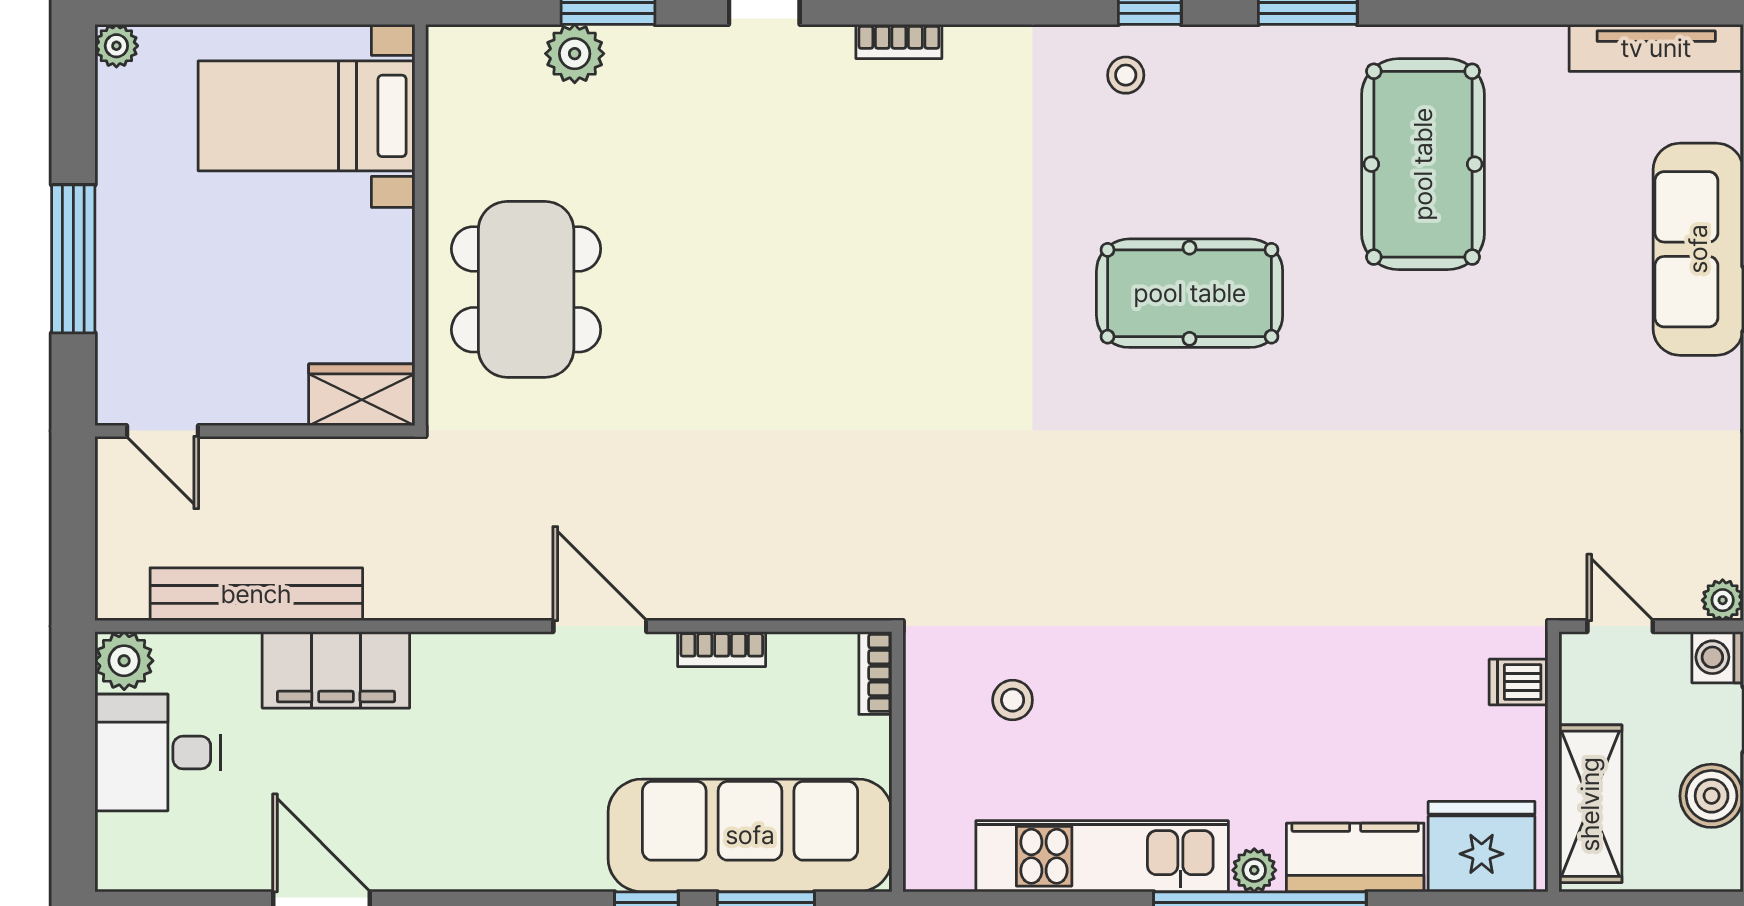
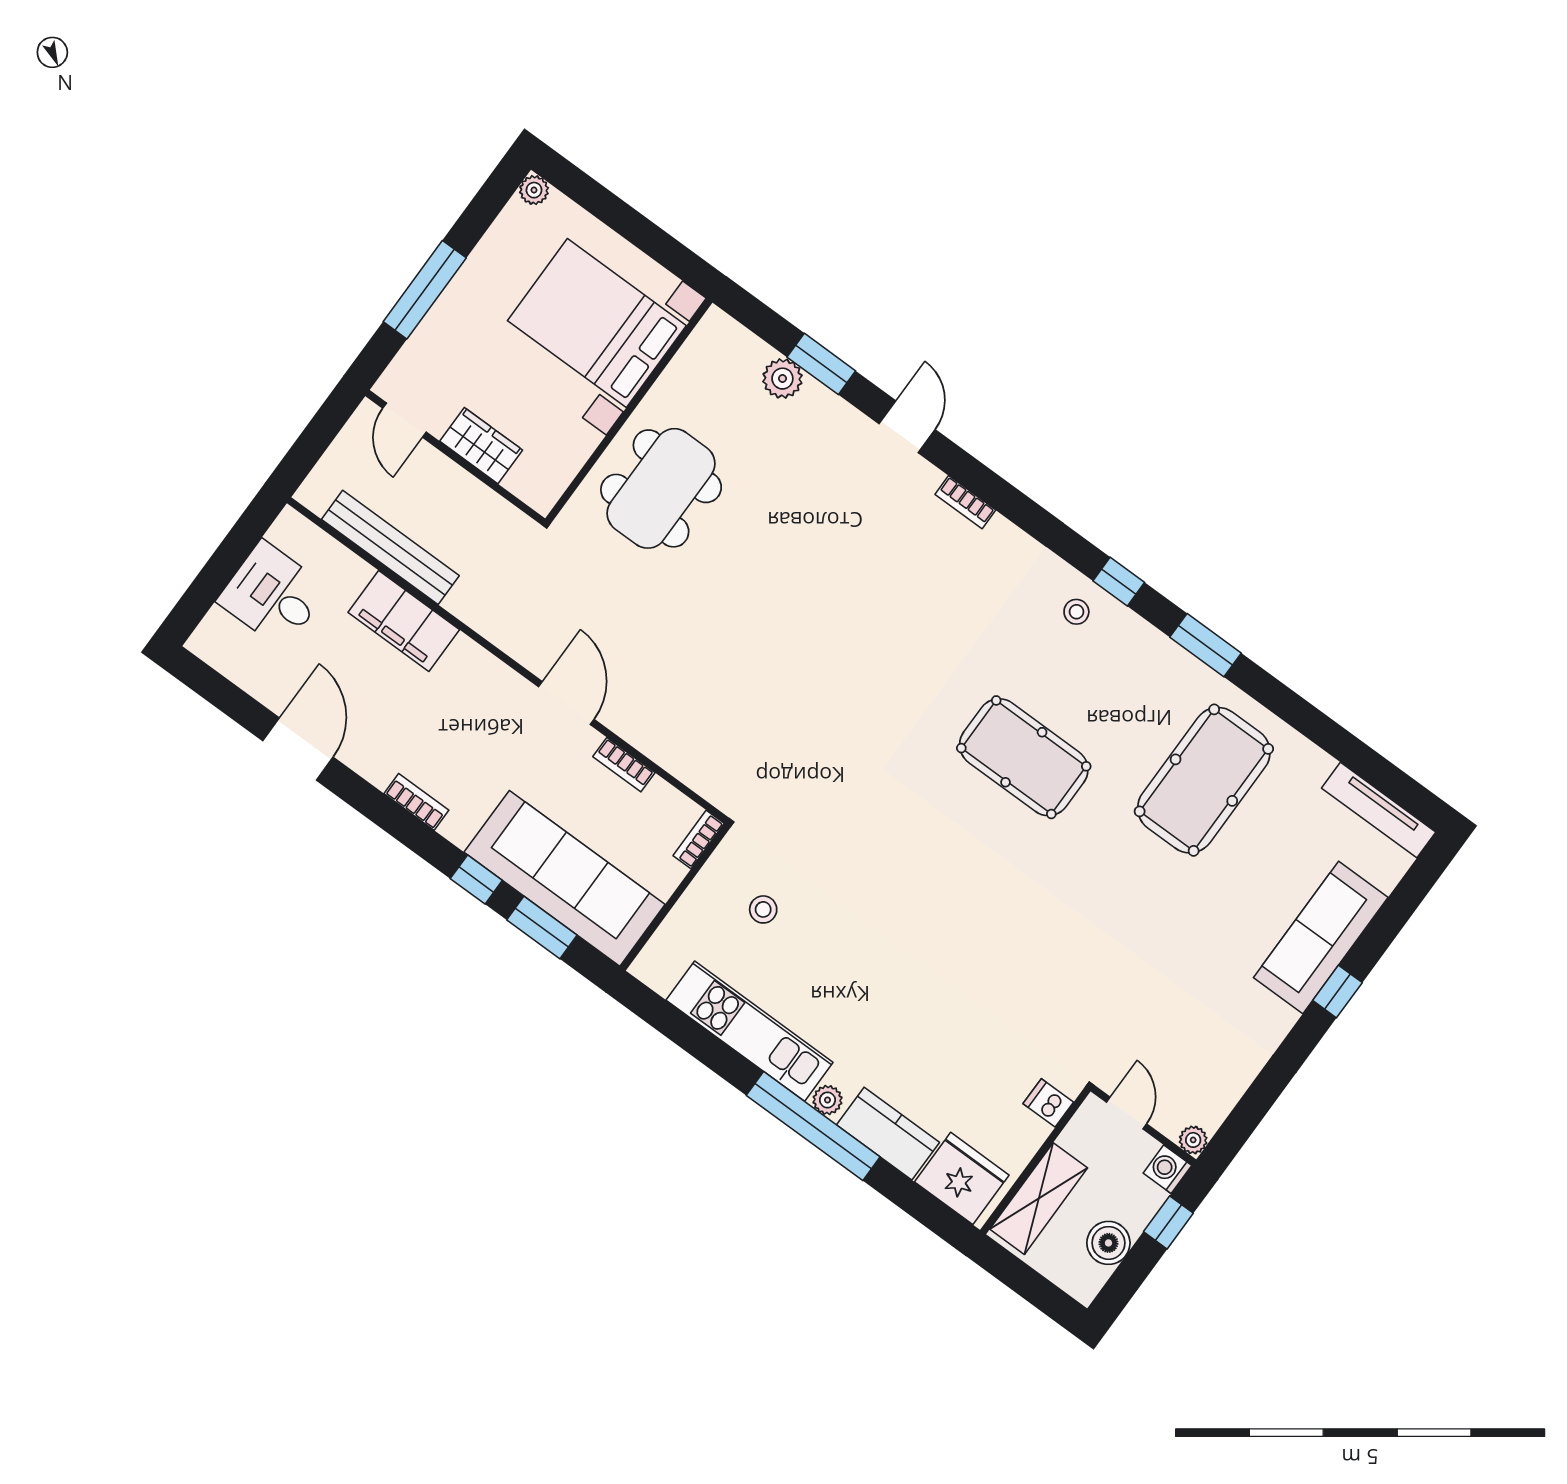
bed with nightstands: (306, 116) -> (597, 323), width x1.36
wardrobe: (362, 395) -> (481, 446), moved
plant: (124, 661) -> (291, 531), removed
bookcase: (508, 873) -> (416, 802), added

